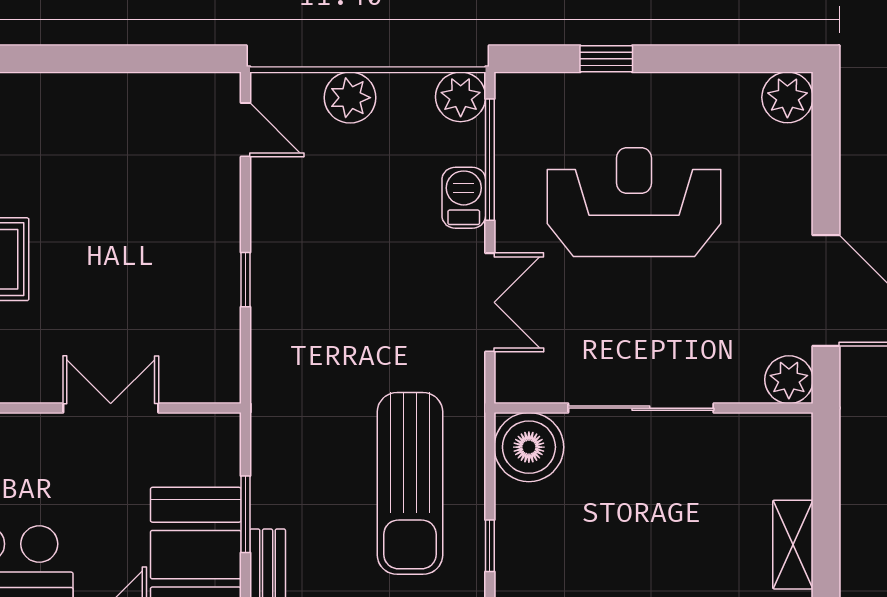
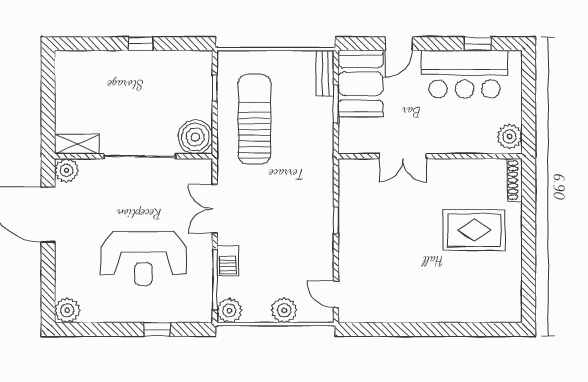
shelving: (793, 545) -> (77, 144), moved, turned 90

